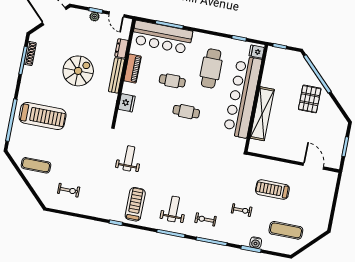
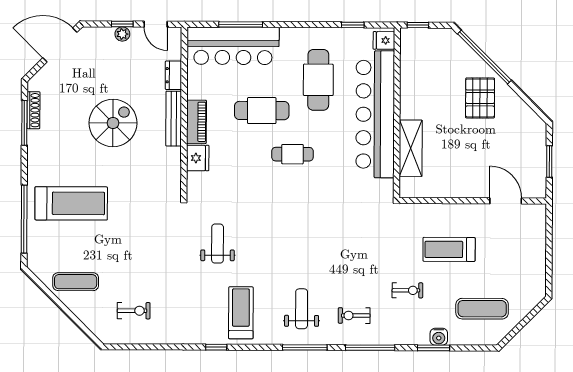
piano: (133, 68) -> (196, 122), moved
cafe table: (172, 81) -> (262, 111), width x1.37, depth x1.35
shelving: (262, 114) -> (411, 148), width x0.68

